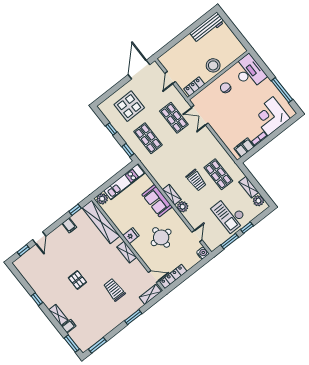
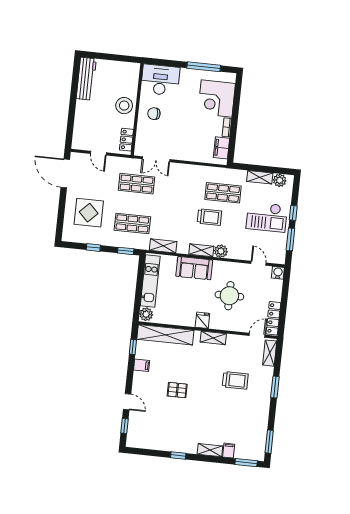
shelving: (152, 169) -> (163, 246), added
pallet: (77, 280) -> (177, 390), moved
trolley: (114, 290) -> (235, 380), turned 180

